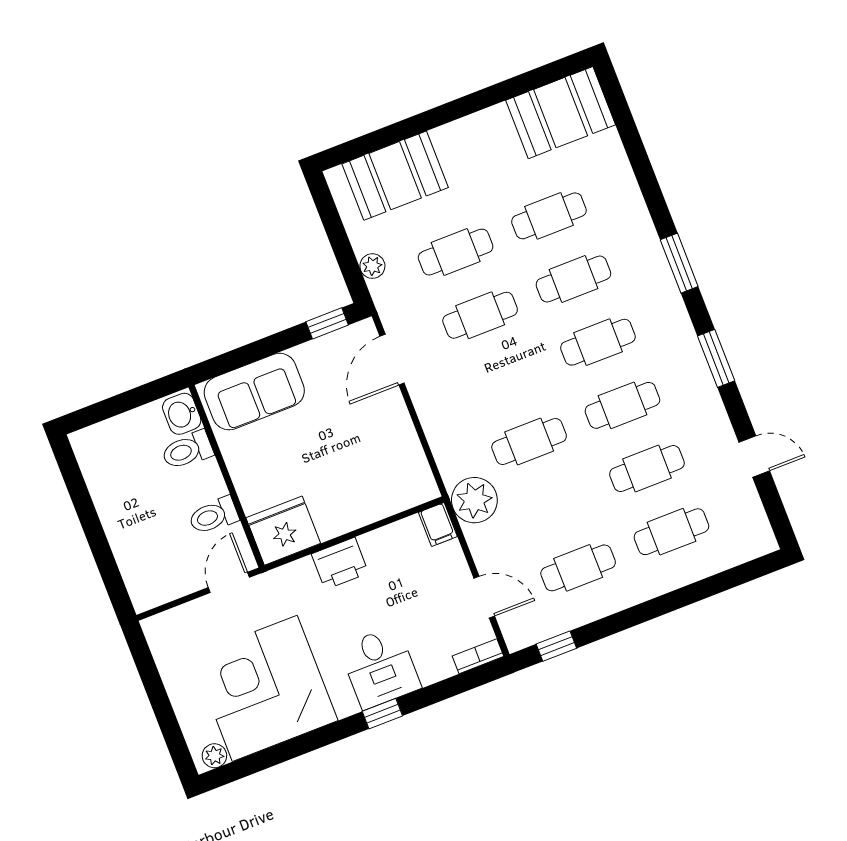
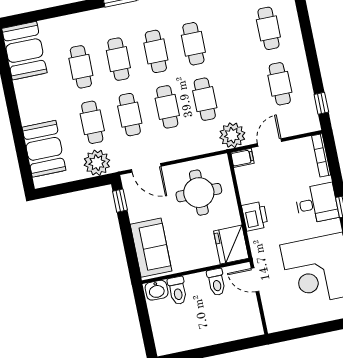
plant: (372, 266) -> (97, 163), width x1.87, depth x1.87
round table: (364, 459) -> (199, 193), added
cafe table: (647, 469) -> (167, 107), moved
door: (484, 597) -> (270, 143), moved
bookcase: (478, 656) -> (321, 155), width x1.56

